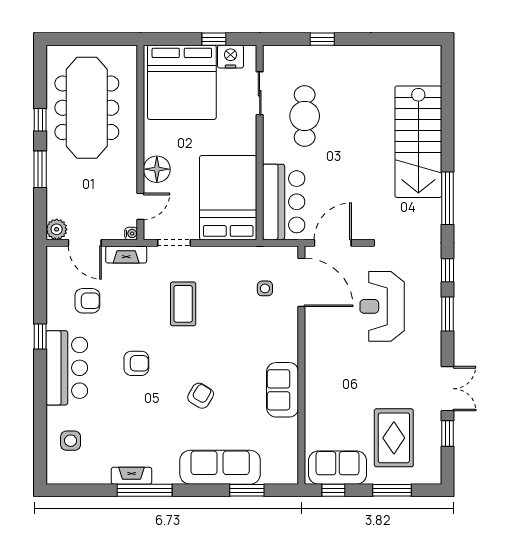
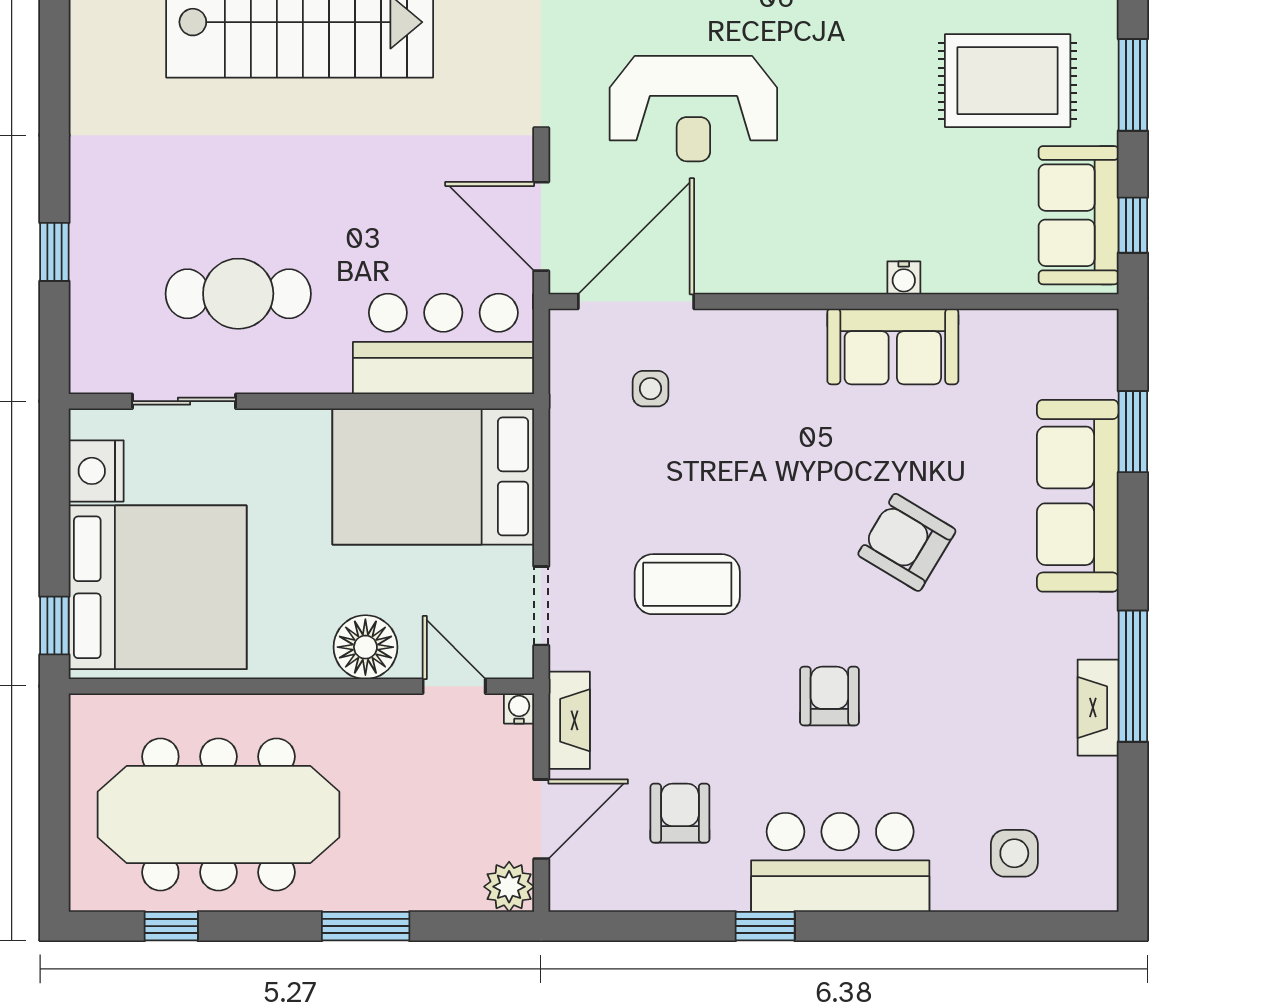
window: (214, 39) -> (54, 625), moved
window: (40, 120) -> (171, 926), moved
water cooler: (311, 394) -> (904, 278), added
armchair: (201, 396) -> (907, 542), width x1.38, depth x1.38

